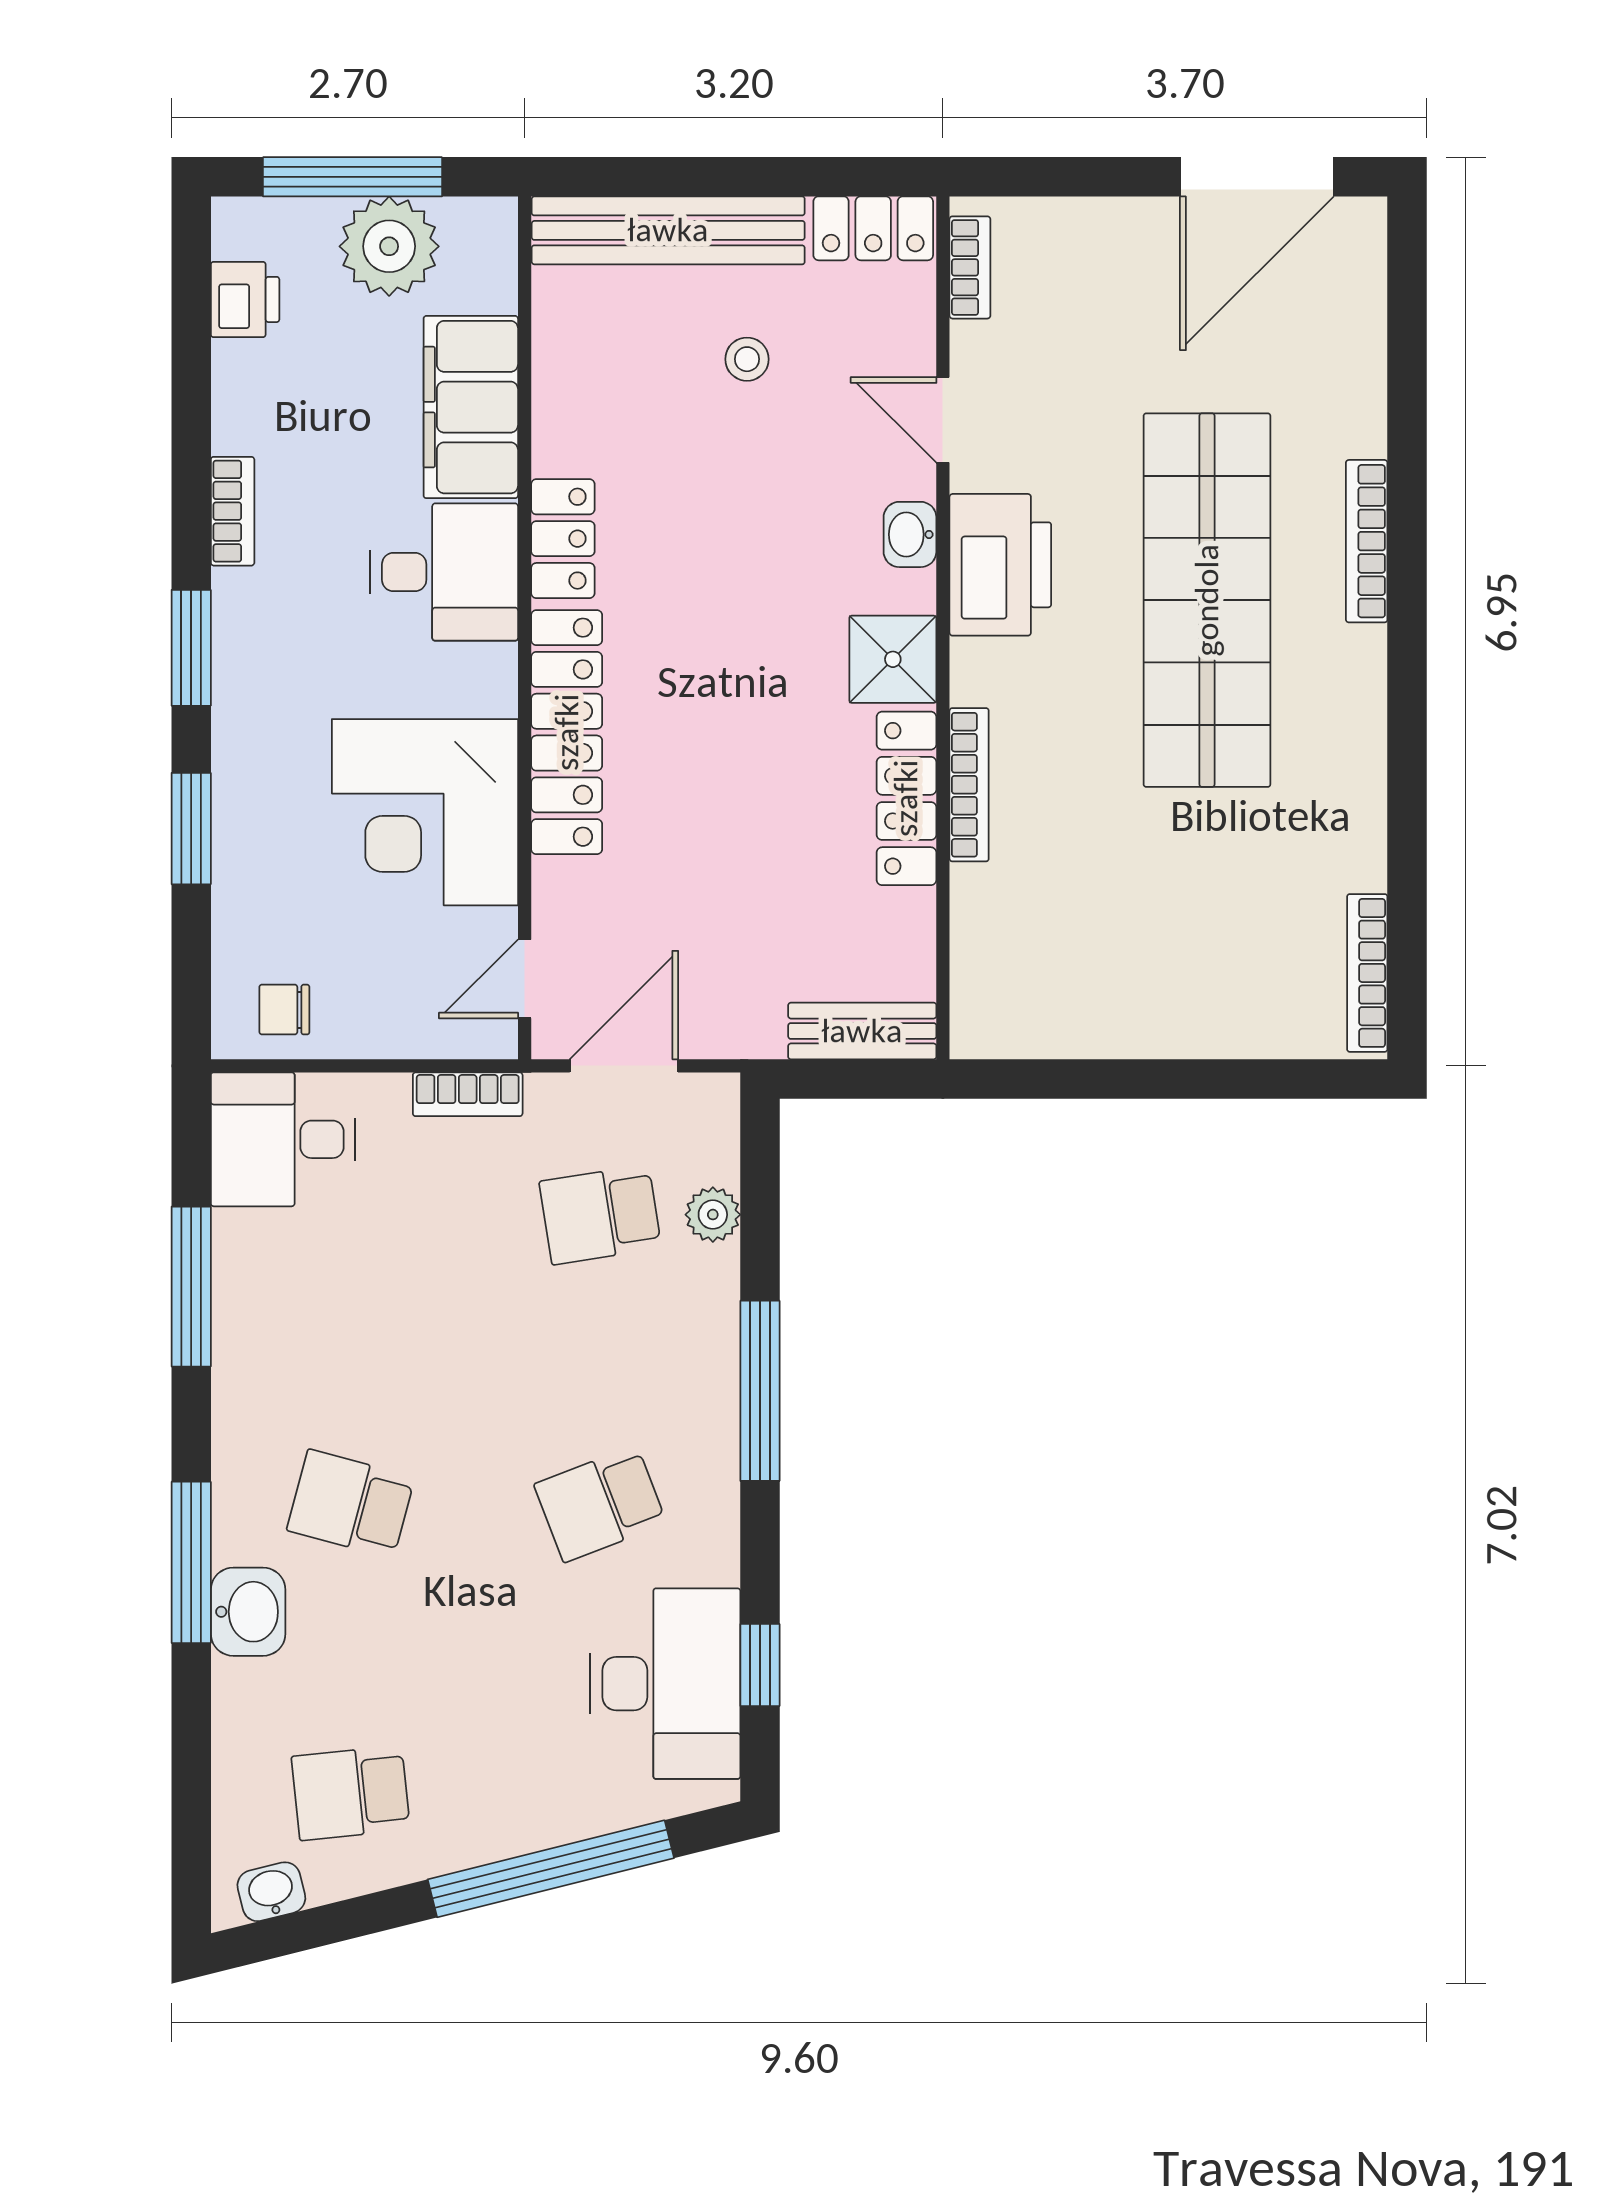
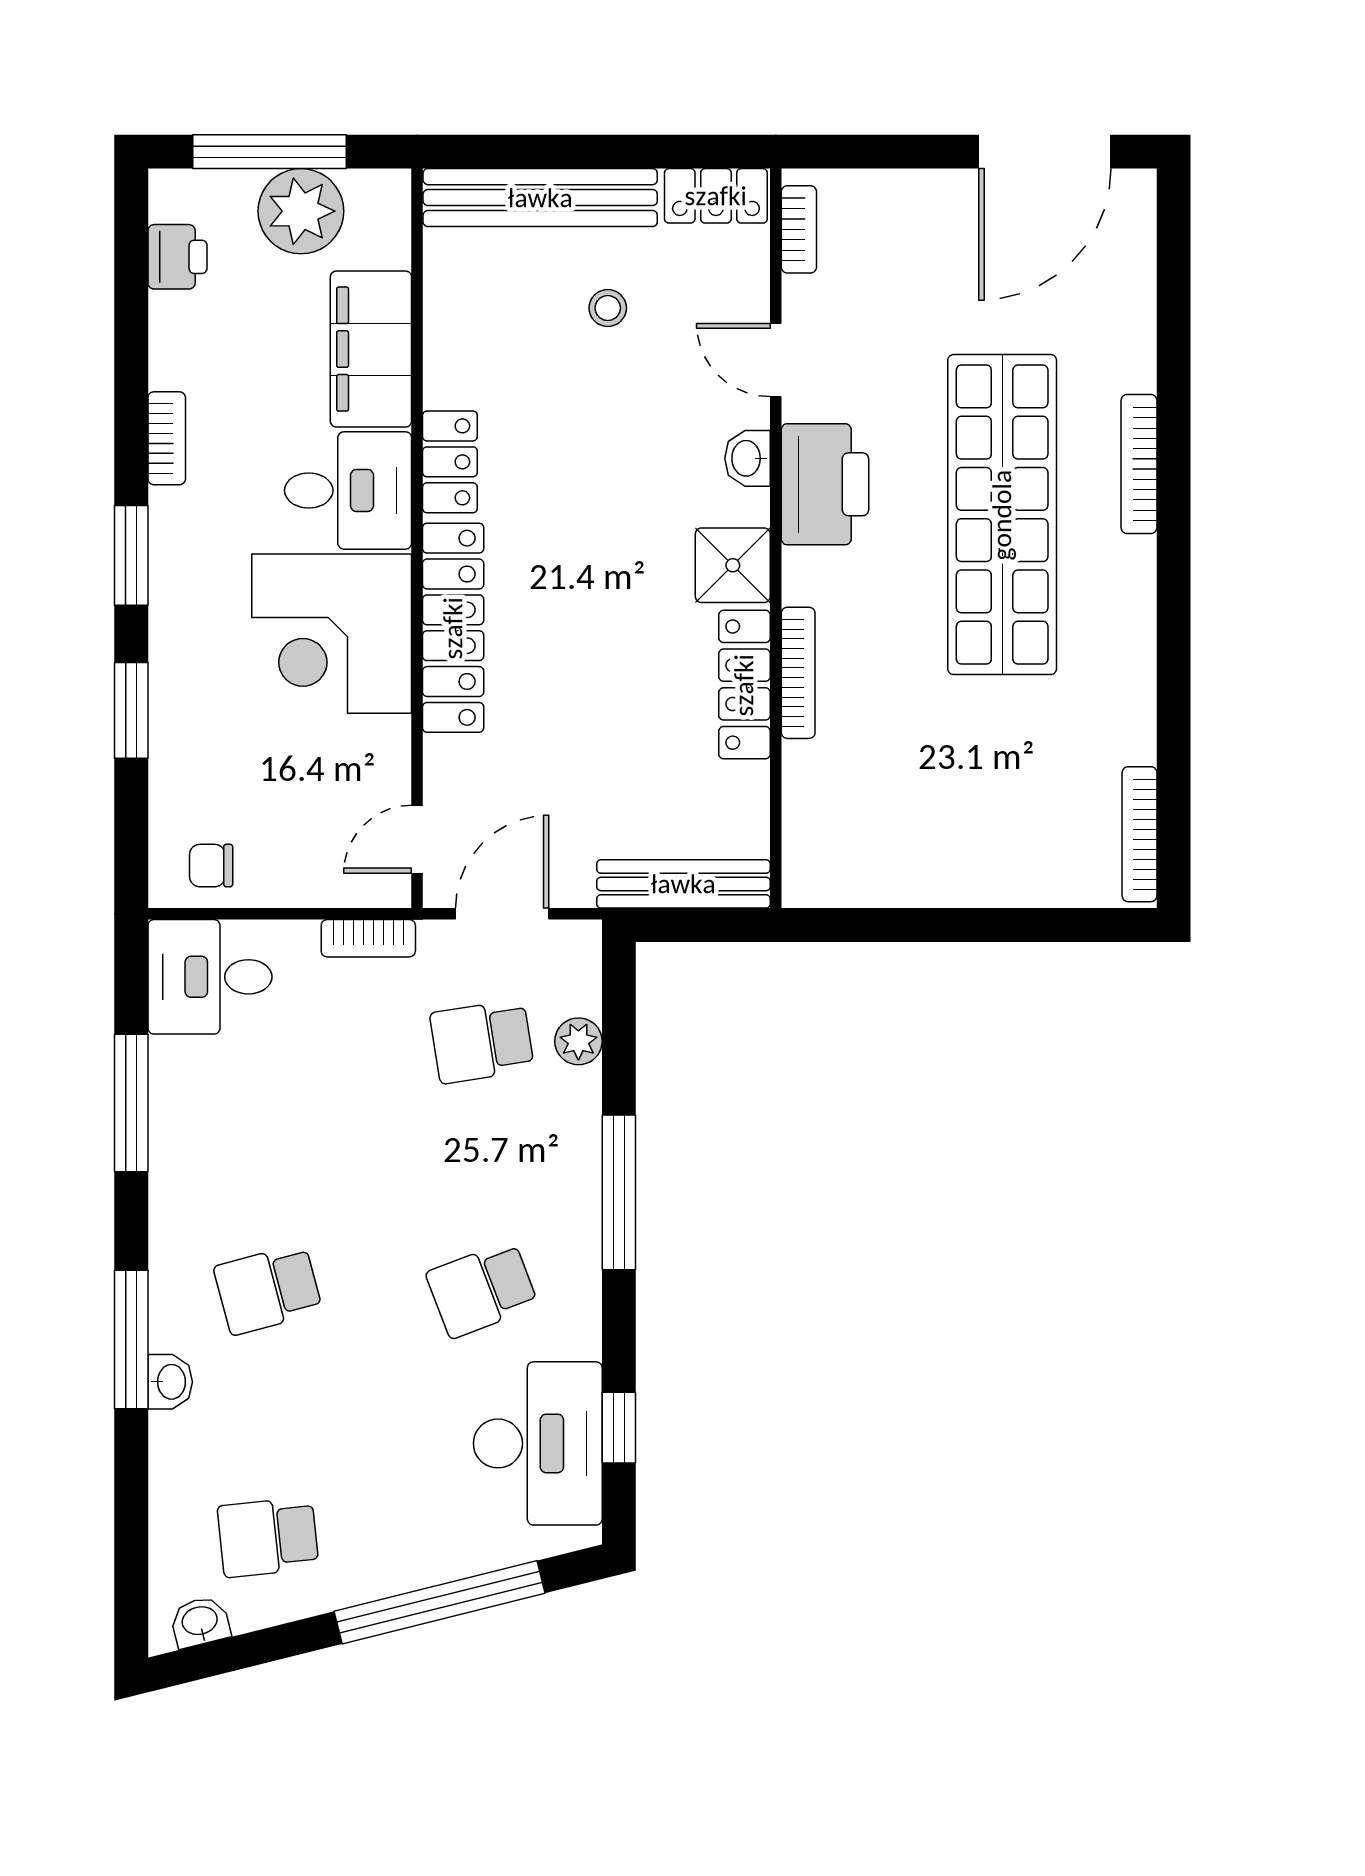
corner desk: (425, 812) -> (332, 634), moved
bench: (862, 1031) -> (683, 884), width x1.36
school desk: (351, 1504) -> (268, 1289), turned -30
washbasin: (248, 1612) -> (170, 1382), width x0.72, depth x0.69

